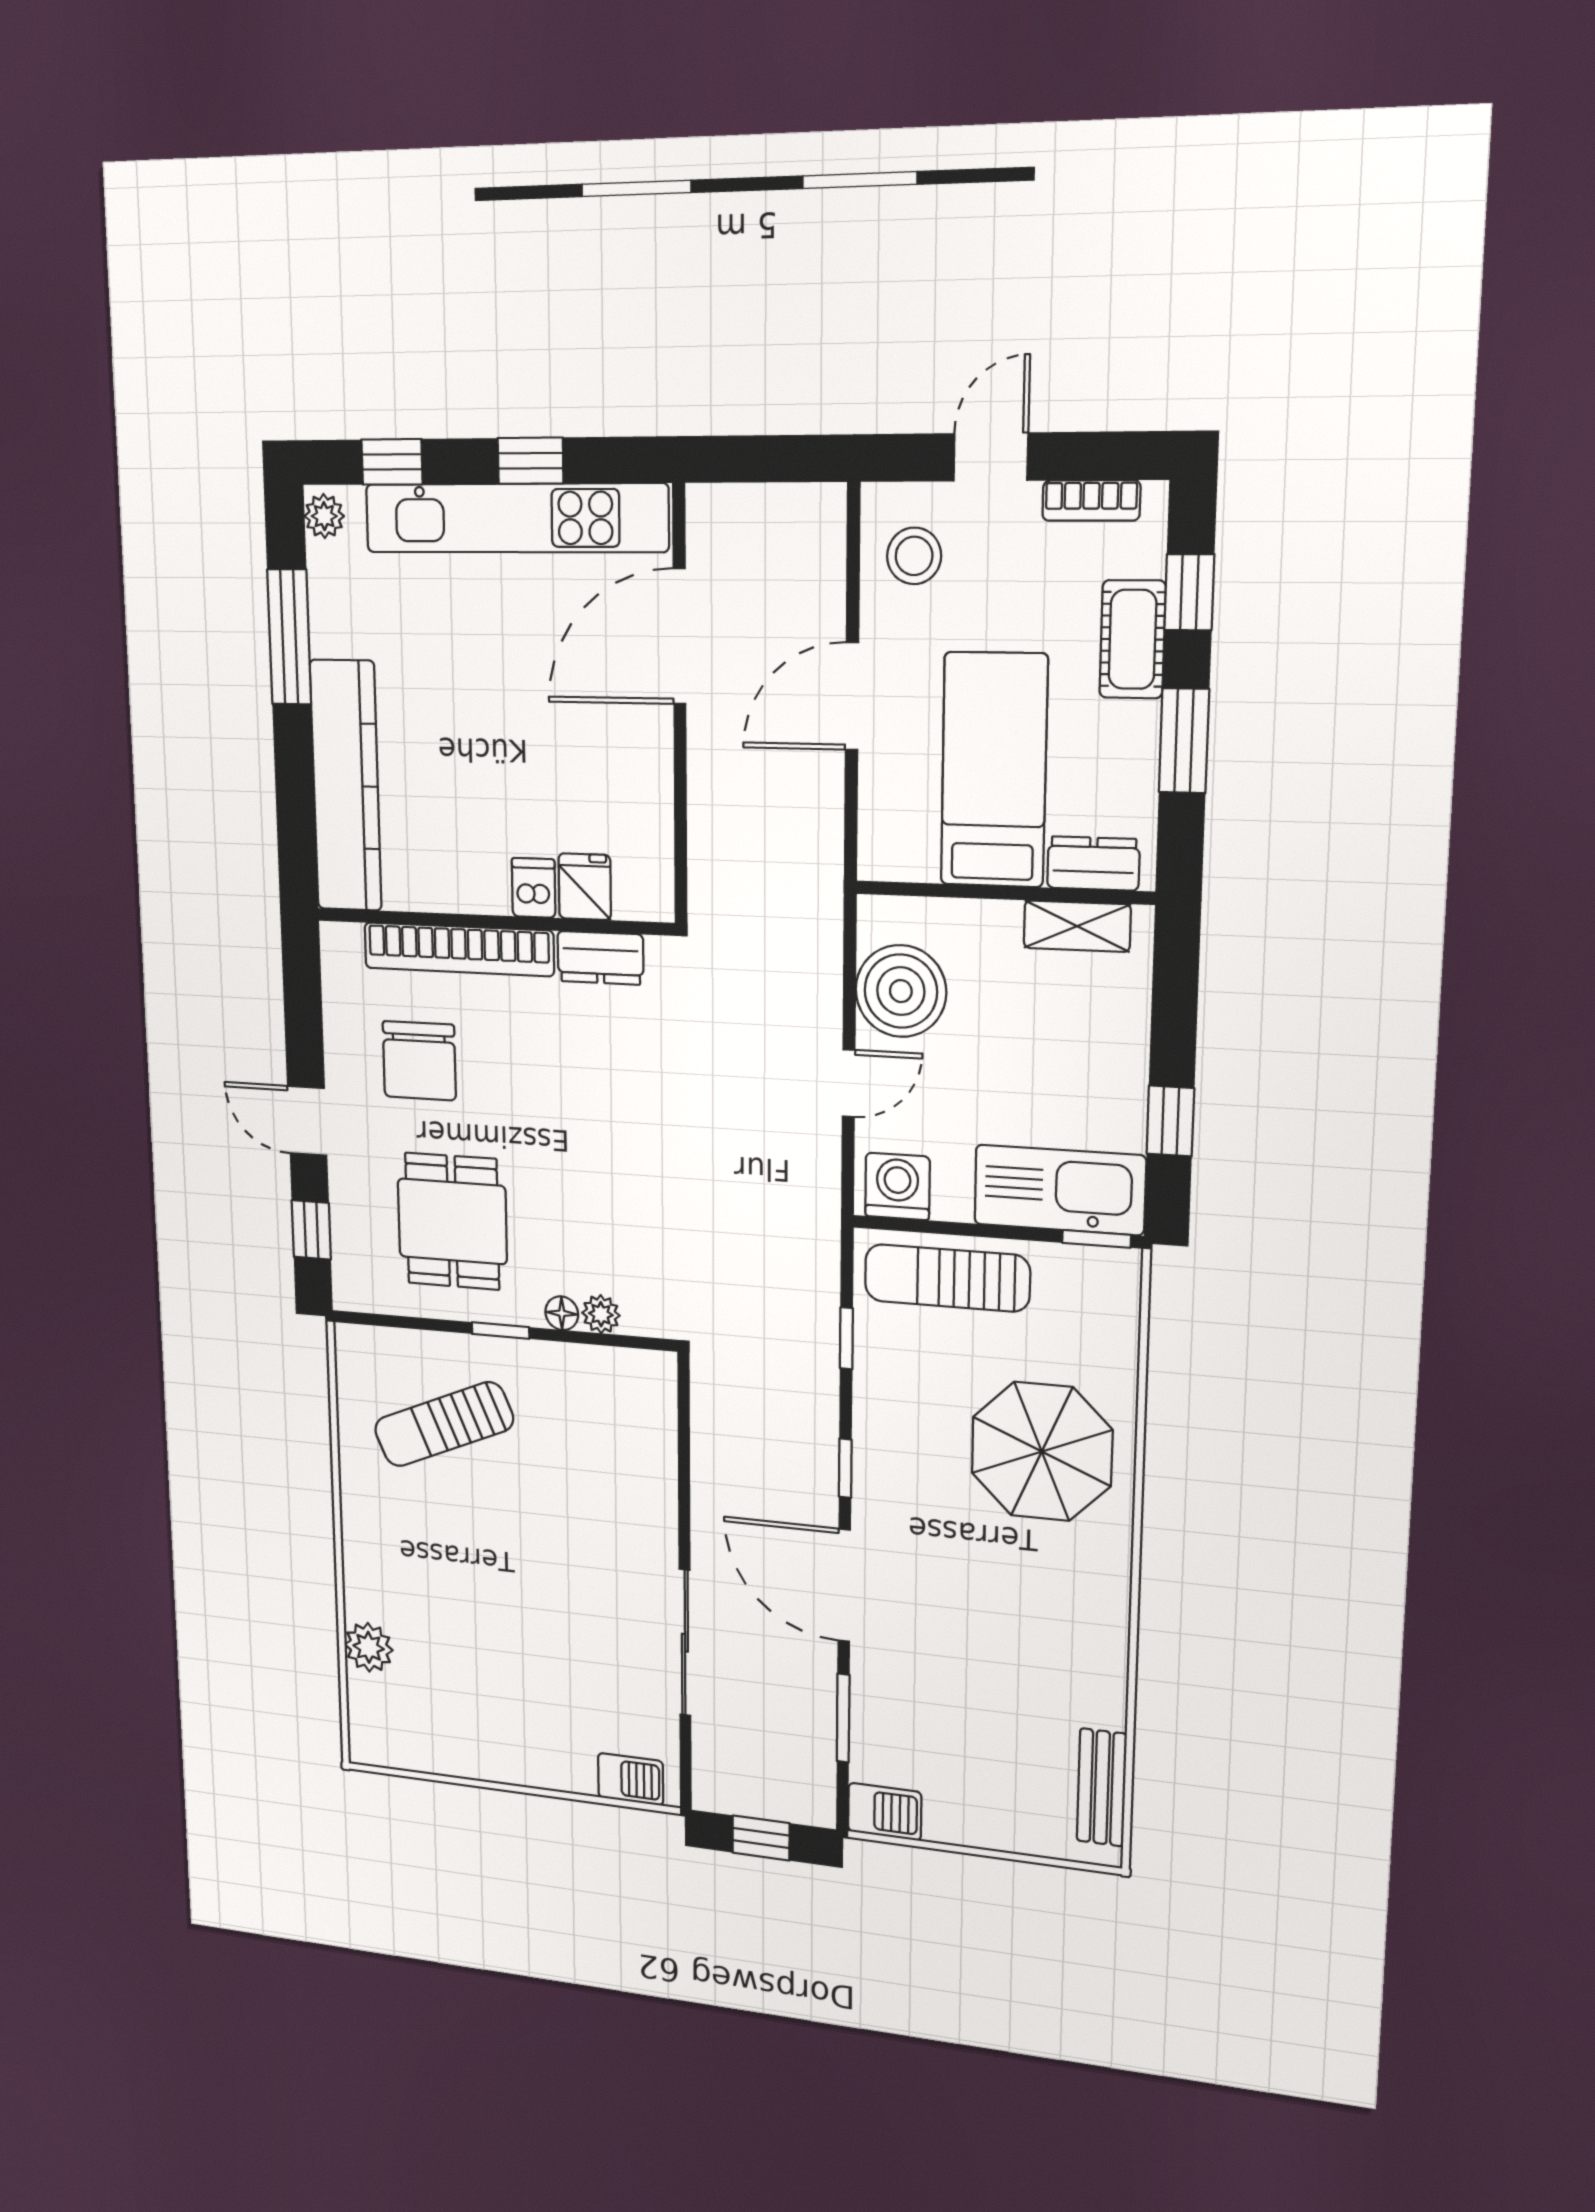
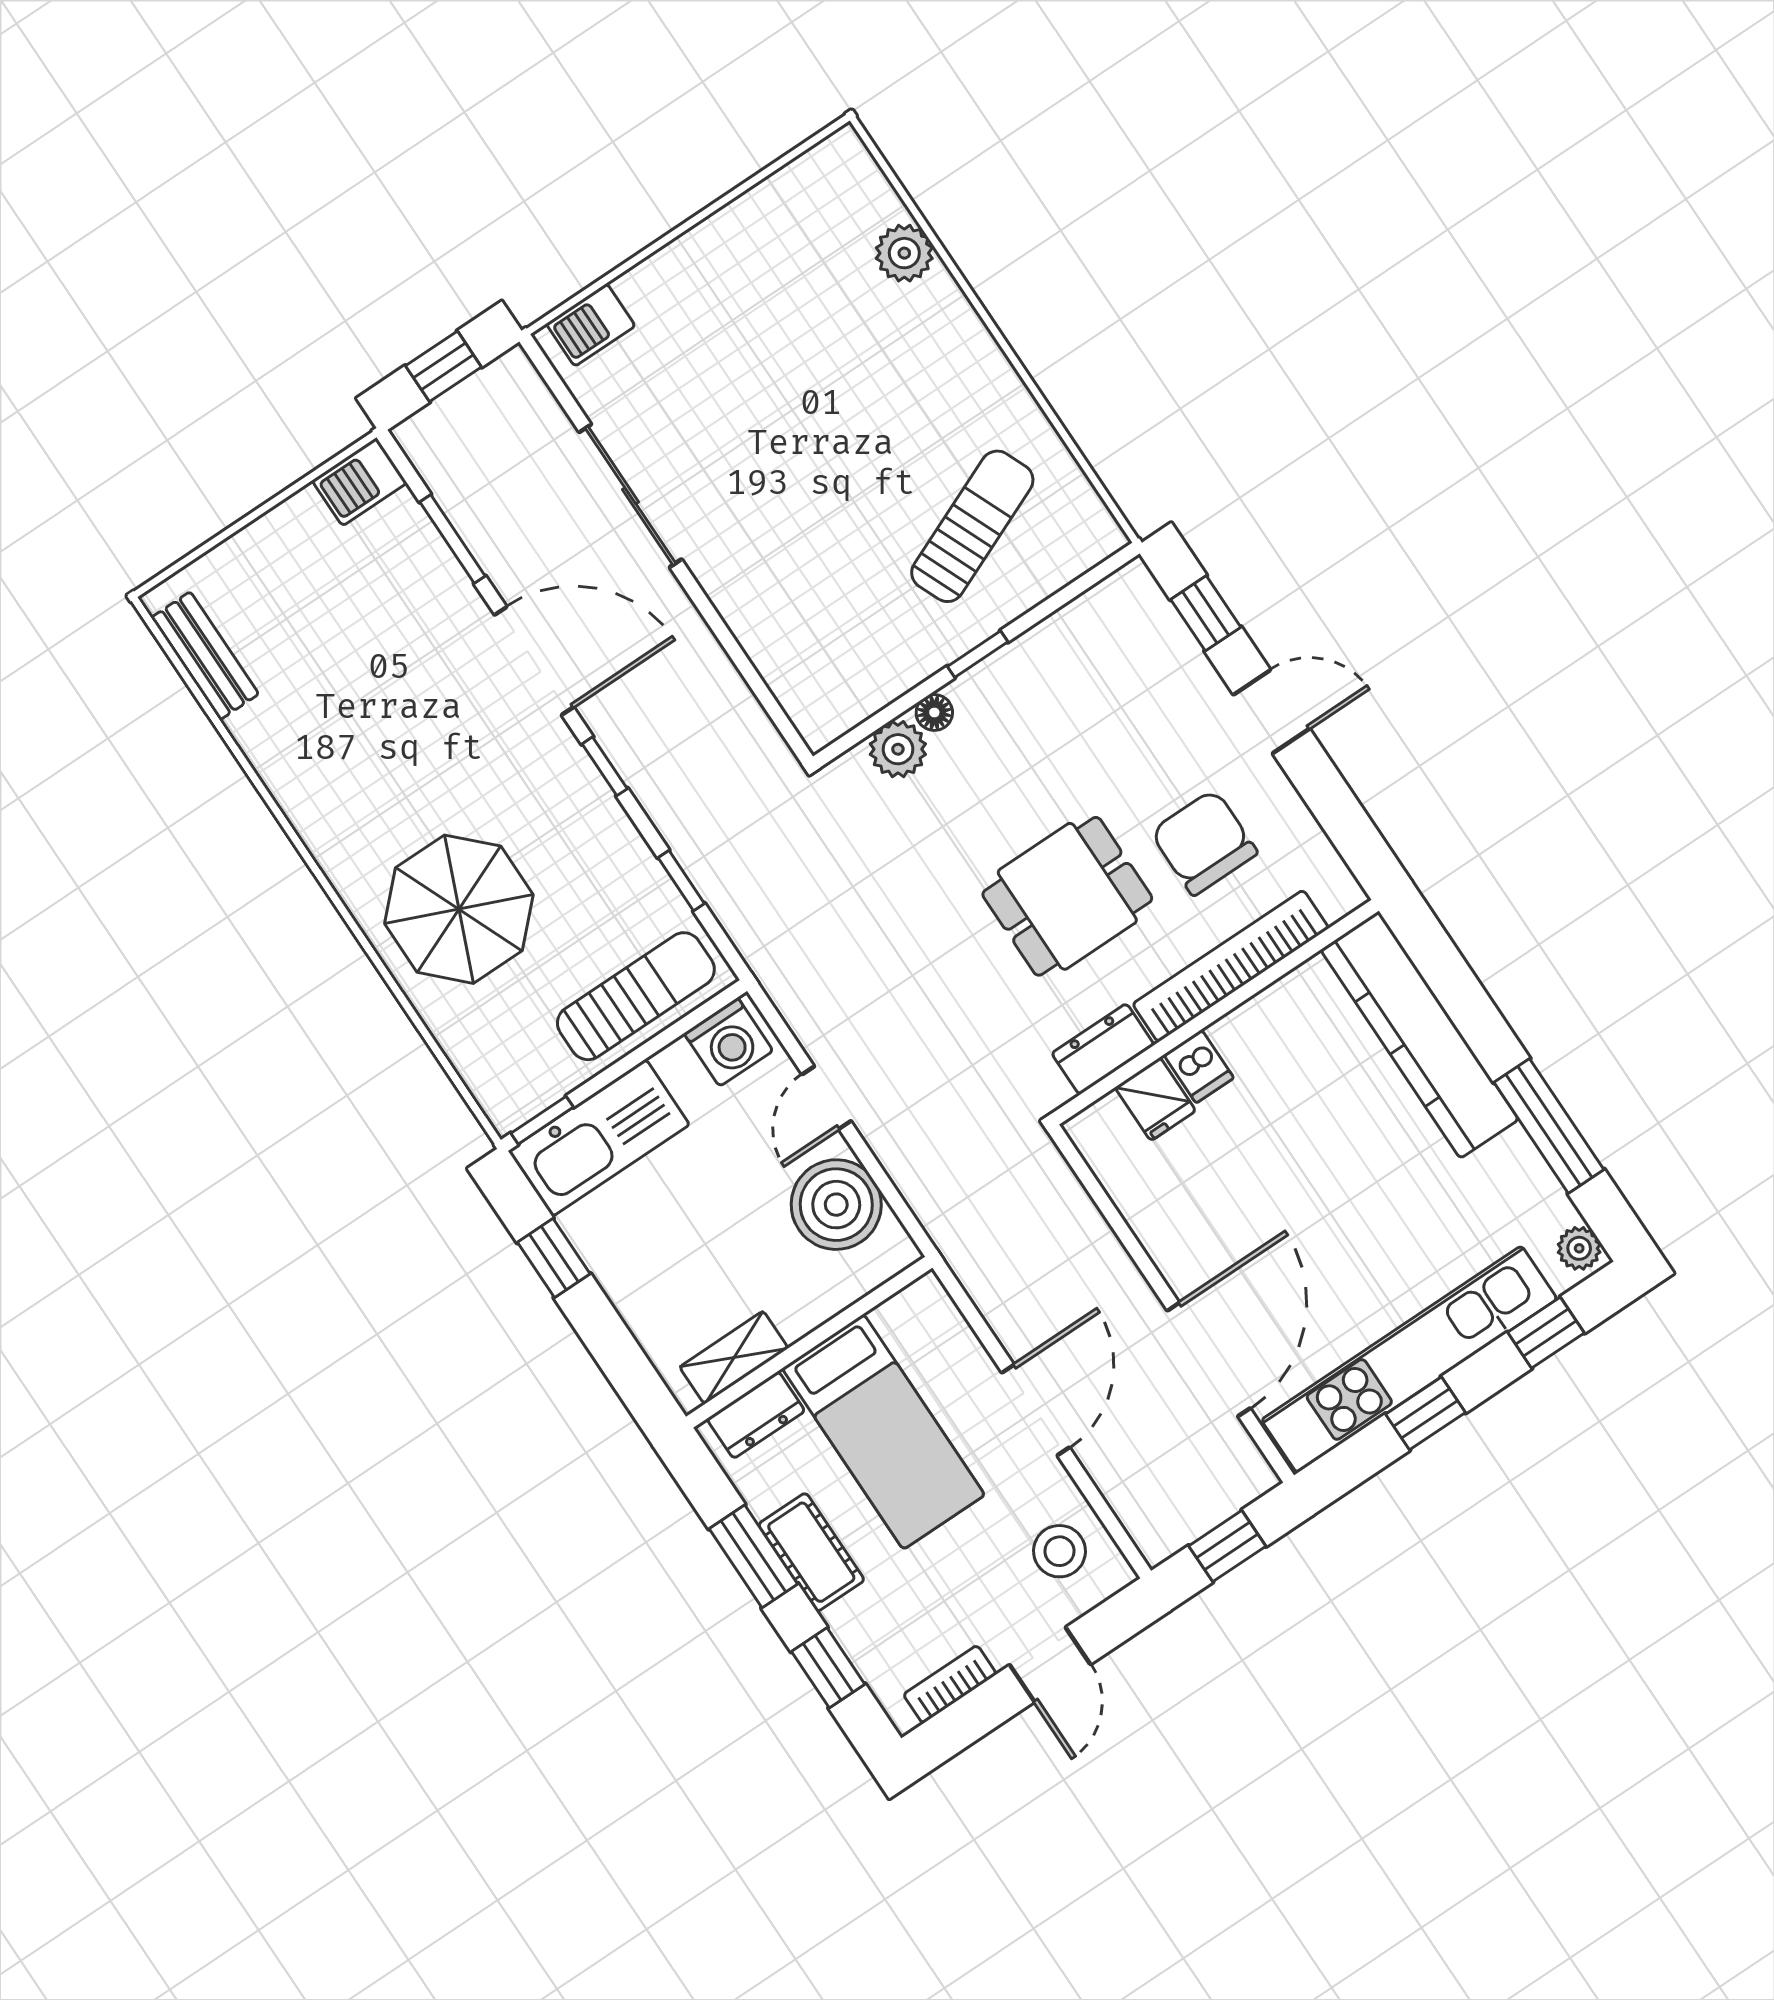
window: (768, 459) -> (1227, 1546), added
cot: (1133, 639) -> (811, 1552), moved
dining table: (452, 1221) -> (1067, 896), moved, turned 90
plant: (601, 1314) -> (898, 749), width x1.38, depth x1.38

